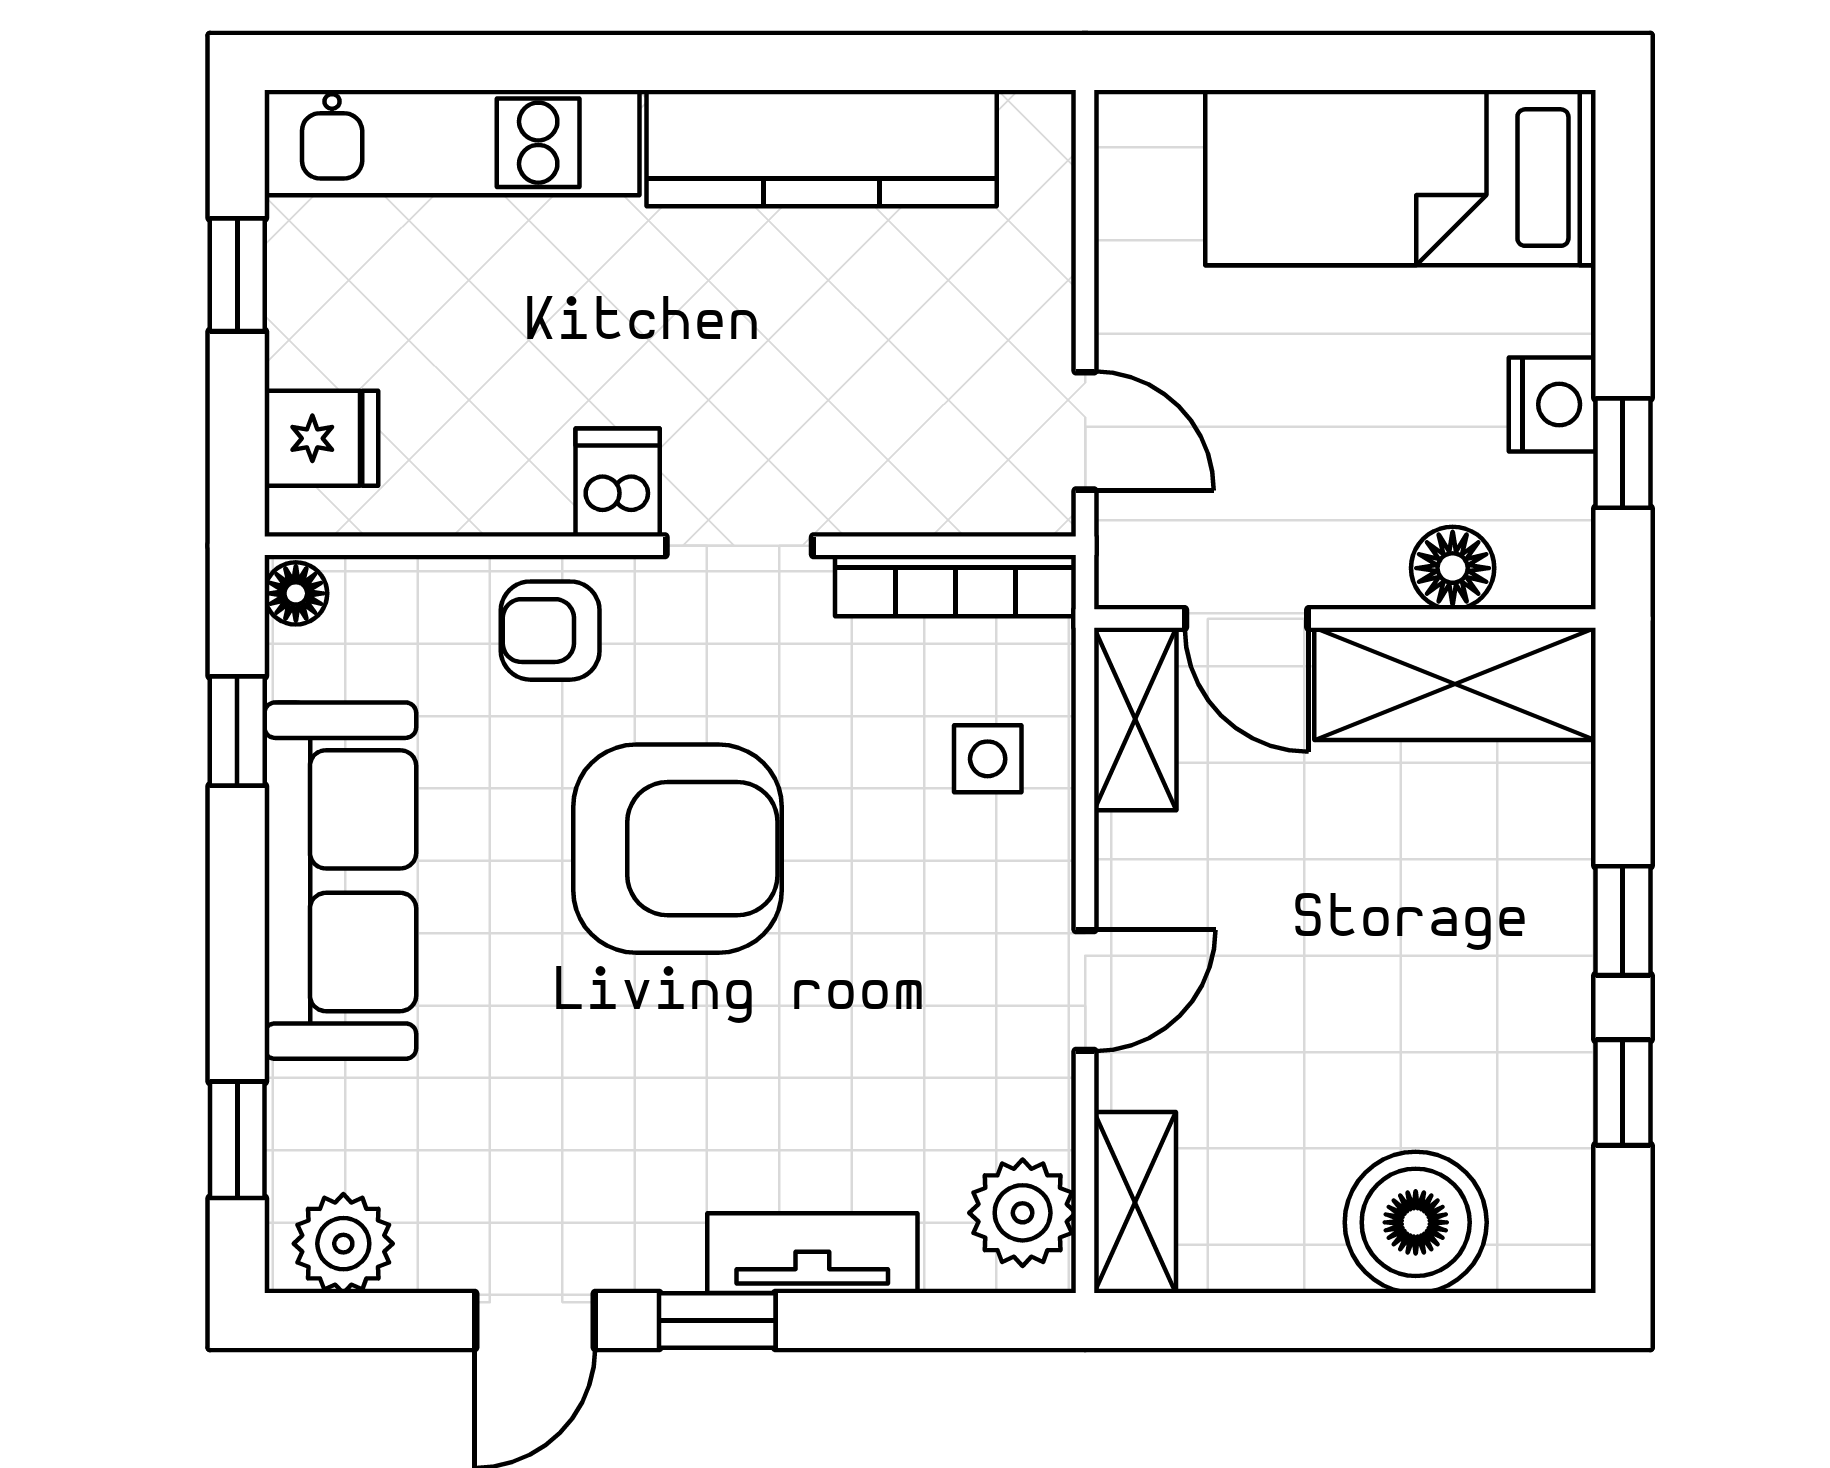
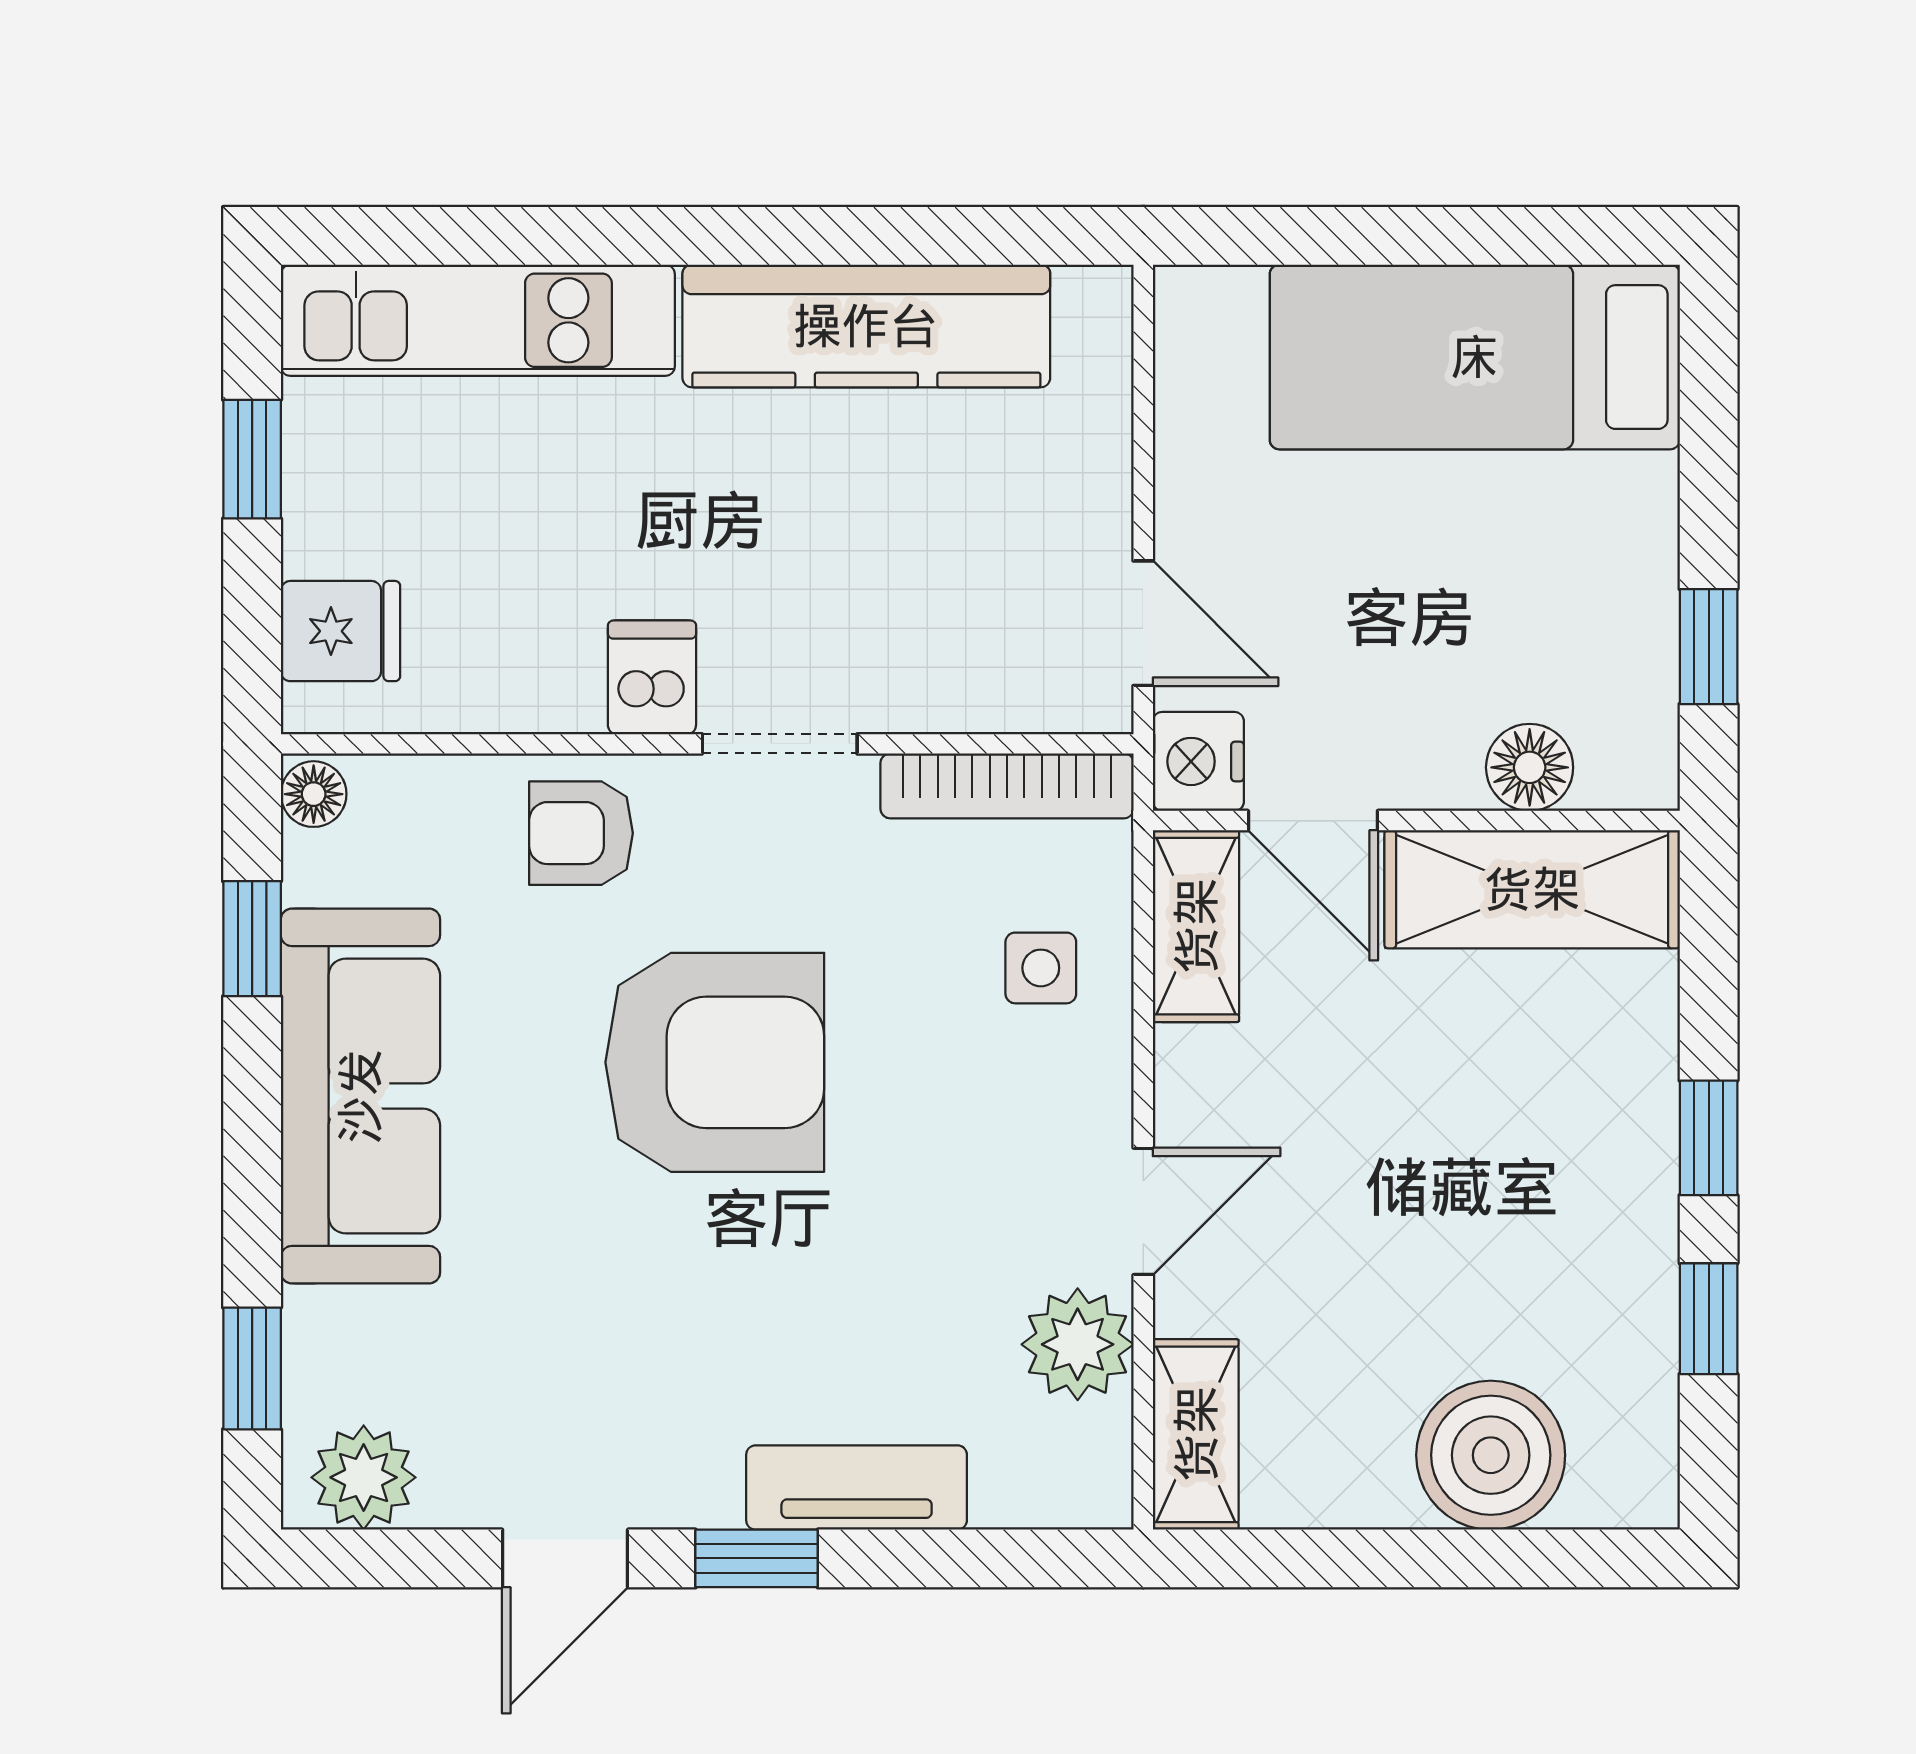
nightstand: (1552, 404) -> (1198, 761), moved, turned 180
plant: (1023, 1213) -> (1078, 1344), moved

